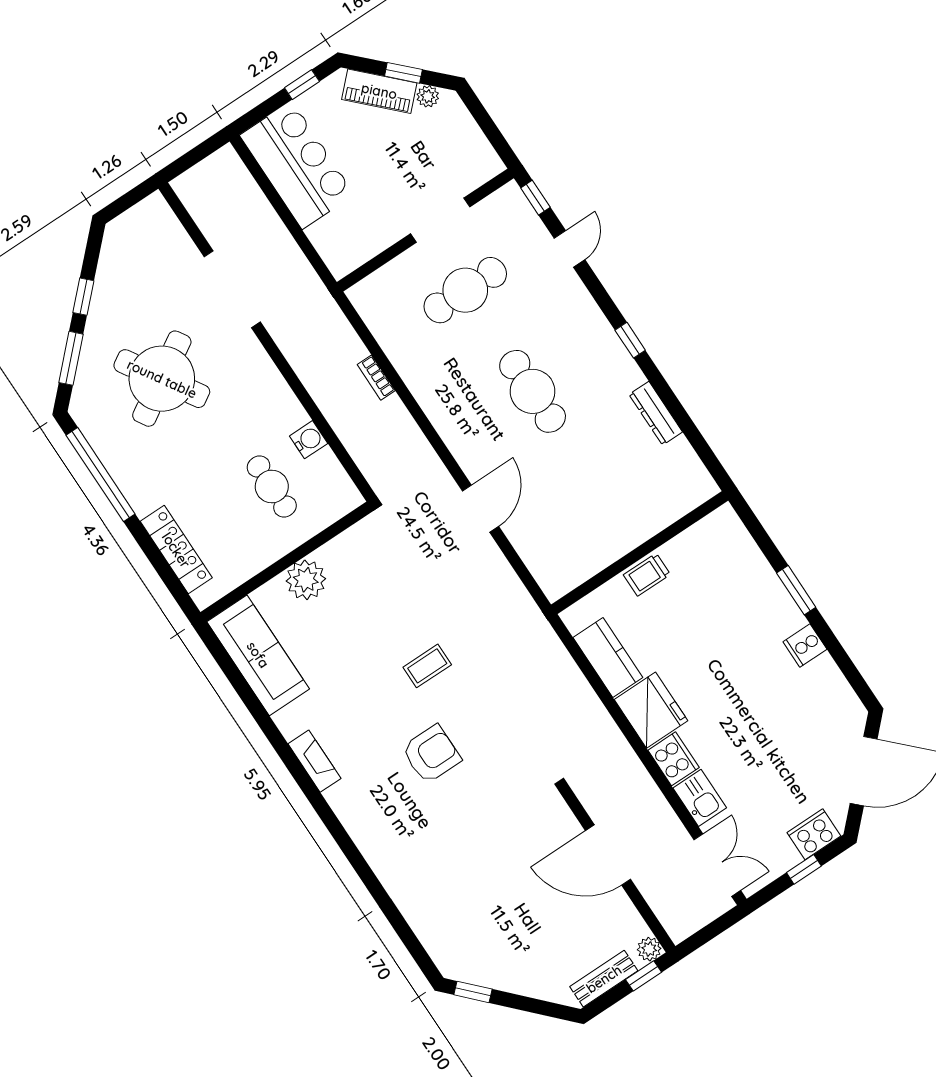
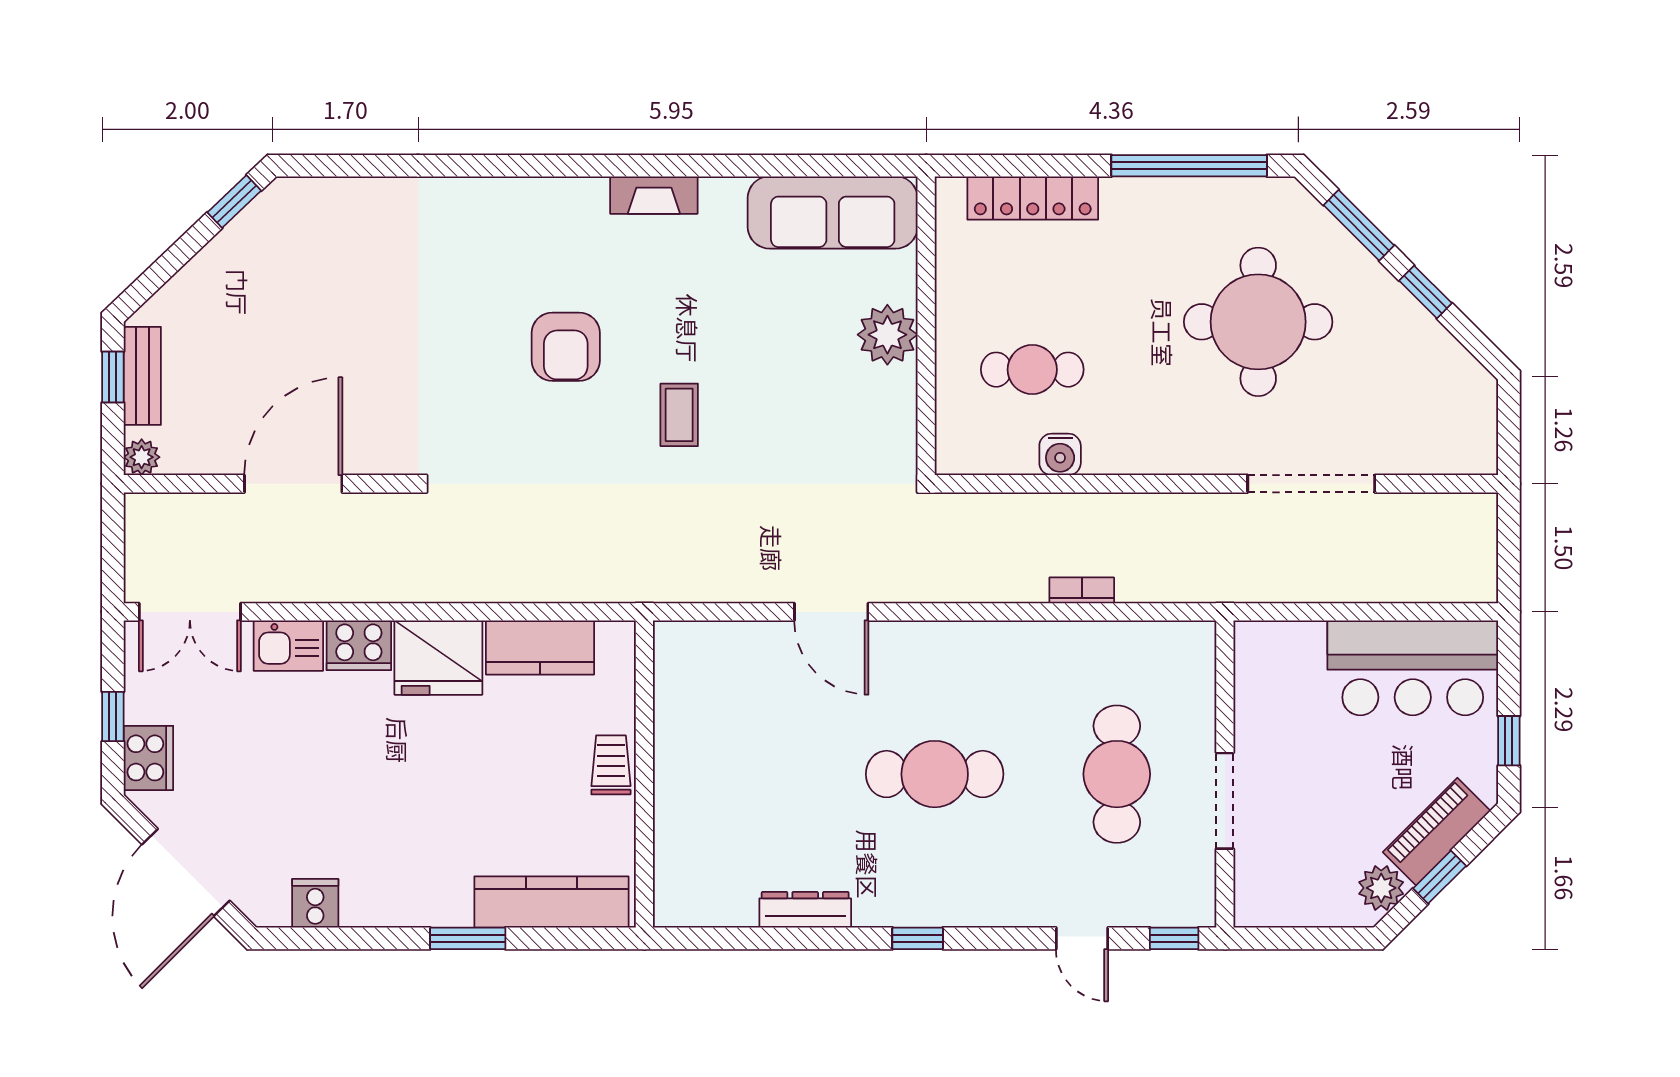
plant: (428, 96) -> (1381, 888), width x1.38, depth x1.38
round table: (162, 379) -> (1258, 322), turned 32
kitchen counter: (745, 557) -> (551, 902), added
cooker: (805, 646) -> (315, 903), moved
window: (643, 976) -> (113, 377), moved

